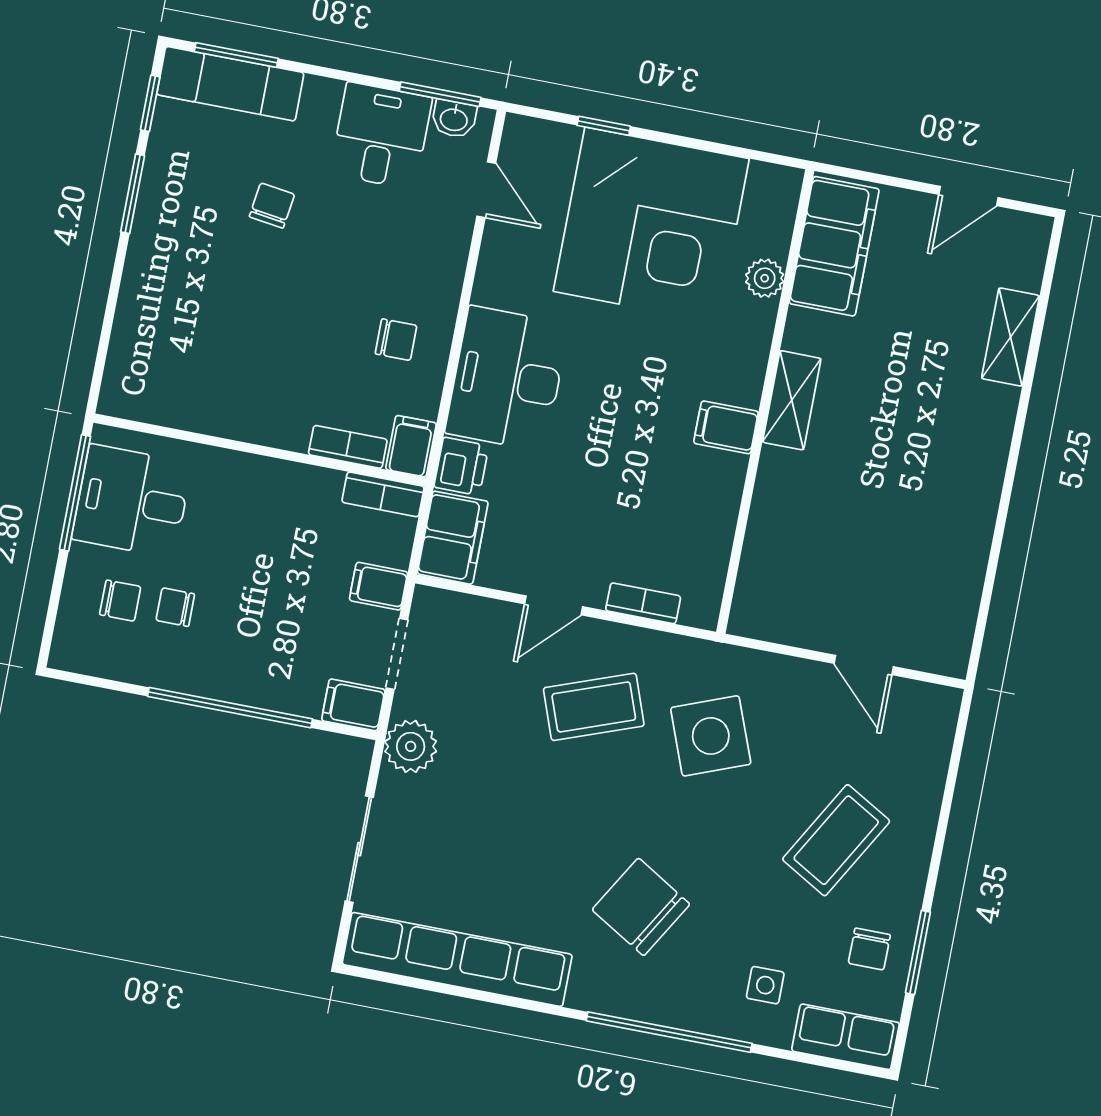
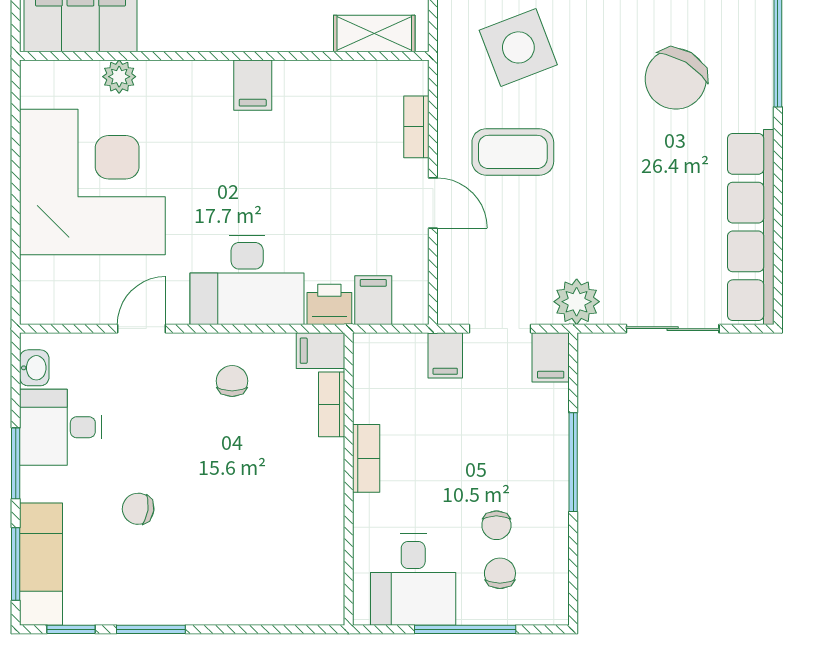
window: (440, 94) -> (16, 463), moved
window: (604, 126) -> (16, 239), removed
door: (486, 190) -> (142, 329), moved
shelving: (792, 400) -> (374, 34), moved
window: (75, 493) -> (465, 629), moved
bookcase: (383, 494) -> (366, 458), moved
filing cabinet: (453, 538) -> (373, 300), width x0.50
coffee table: (594, 707) -> (513, 152), turned -70
window: (230, 708) -> (573, 462), width x0.68

